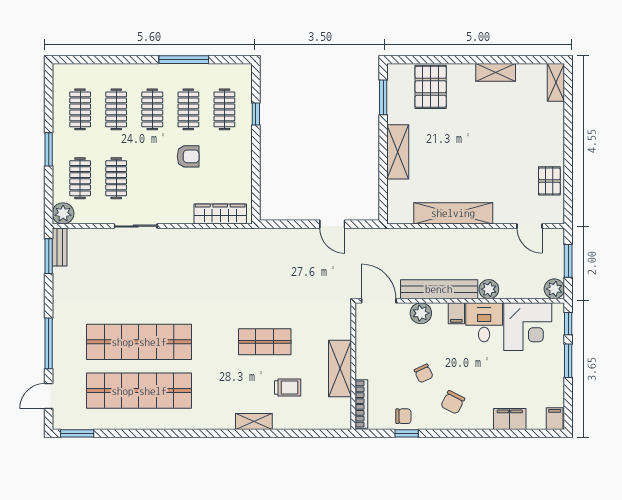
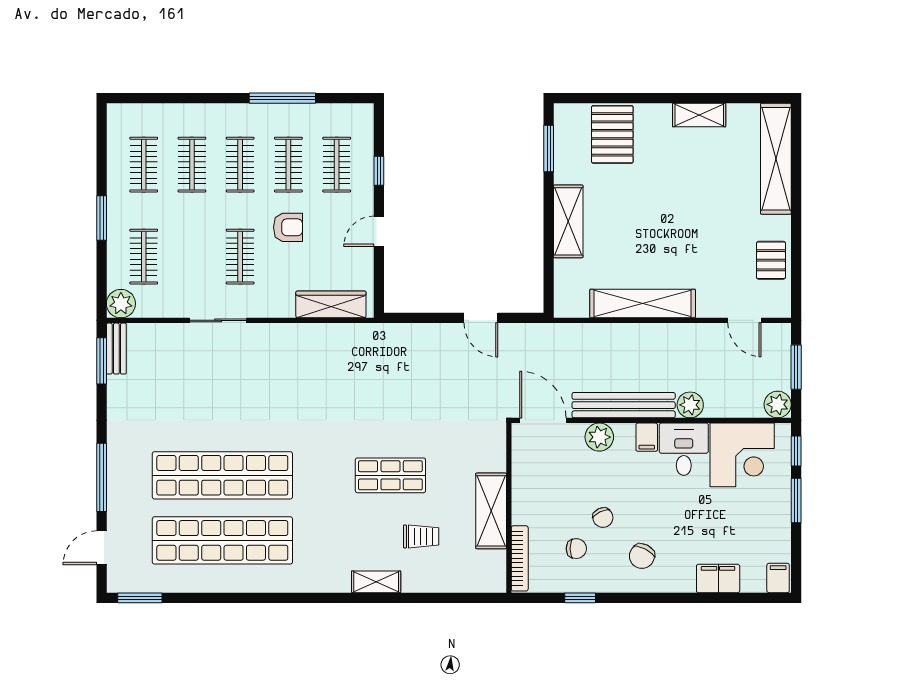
shelving: (556, 82) -> (776, 159), width x2.20, depth x1.33
door: (256, 159) -> (379, 231), added
clothes rail: (116, 178) -> (240, 257), moved
chair: (403, 416) -> (576, 549), moved

